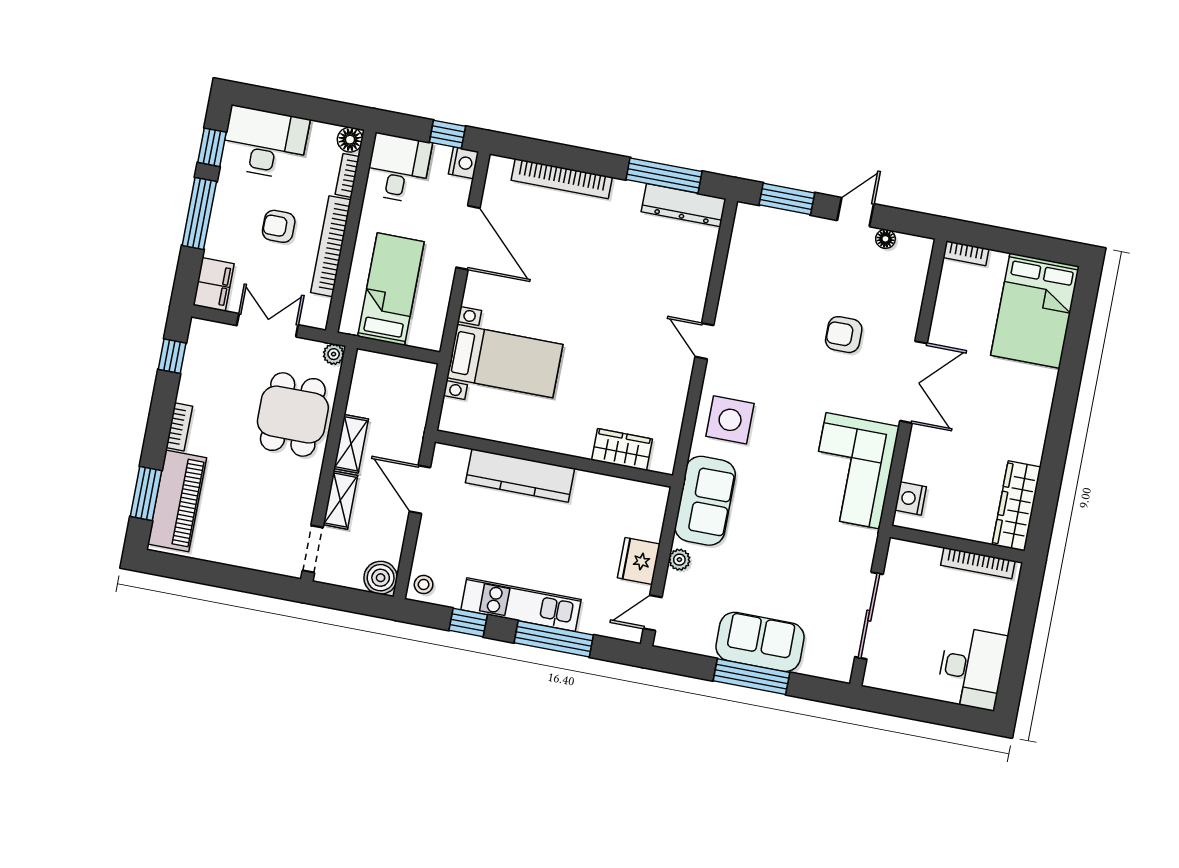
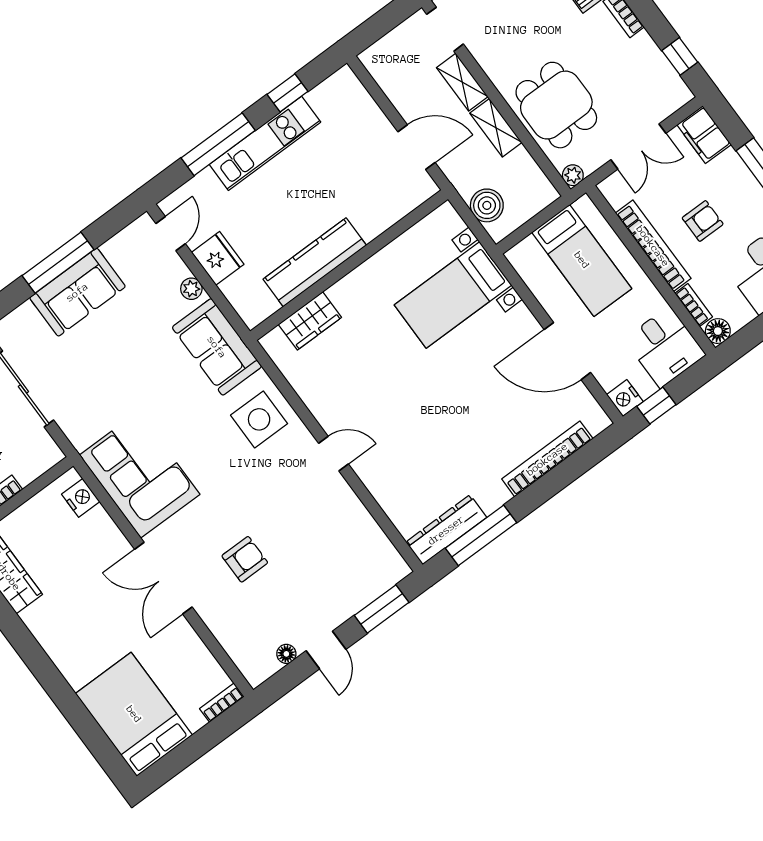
kitchen counter: (520, 476) -> (315, 262), moved
boiler: (381, 578) -> (487, 205), moved
stool: (424, 584) -> (345, 86), removed

